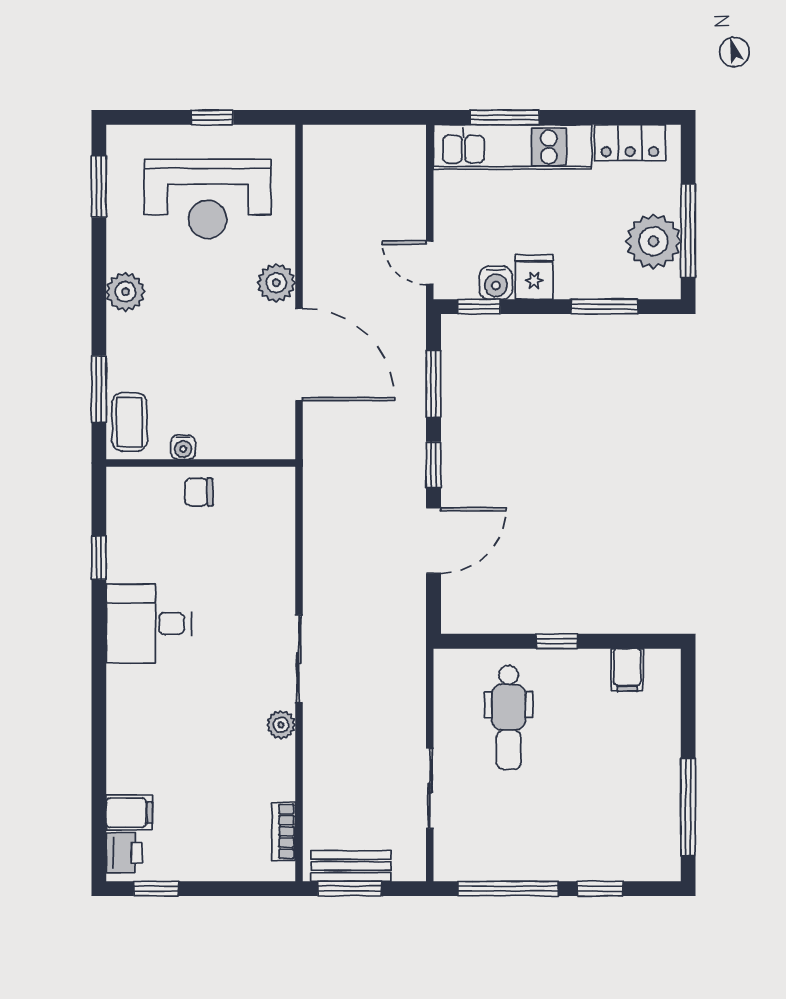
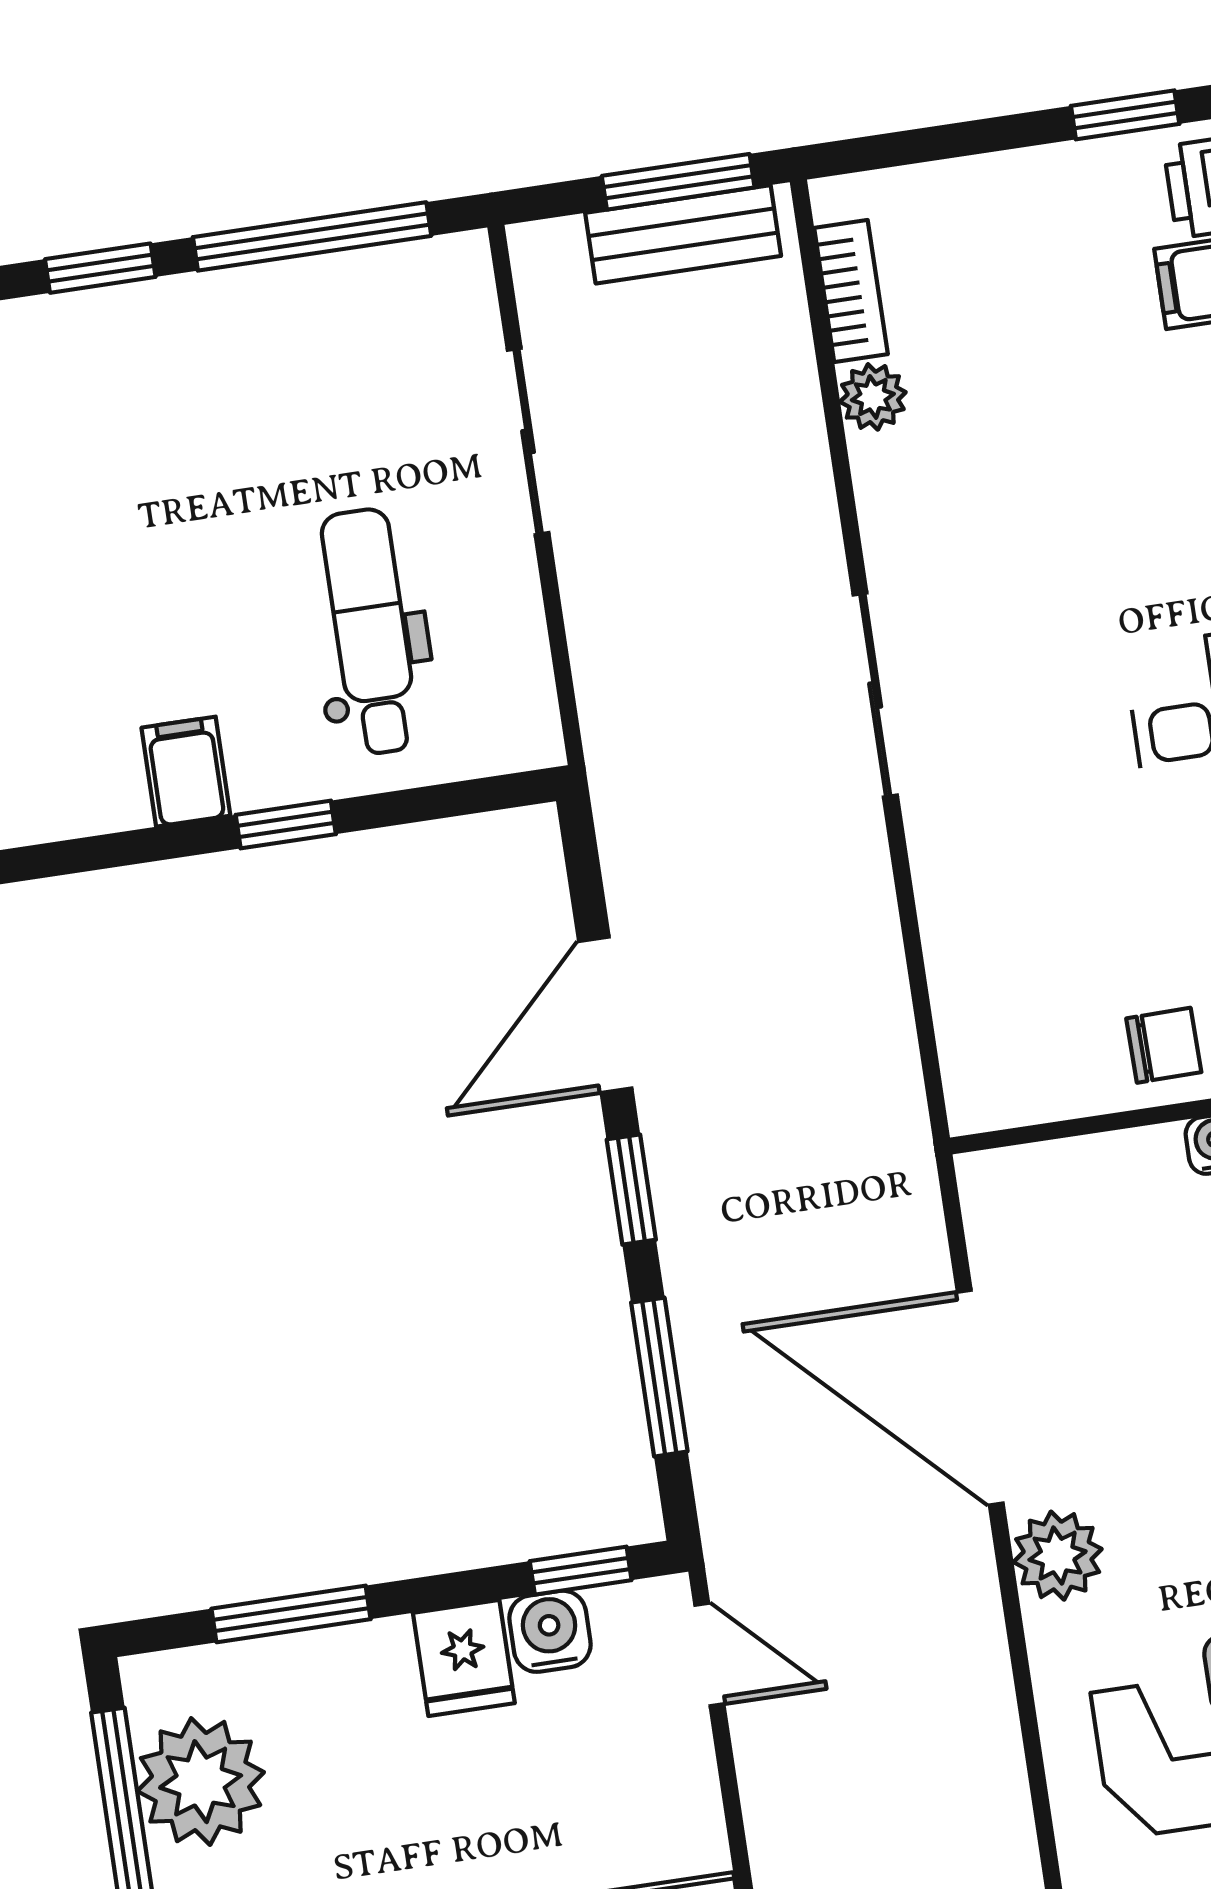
filing cabinet: (627, 670) -> (186, 772), moved
plant: (281, 725) -> (873, 397), moved

